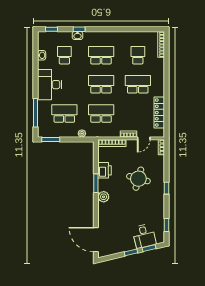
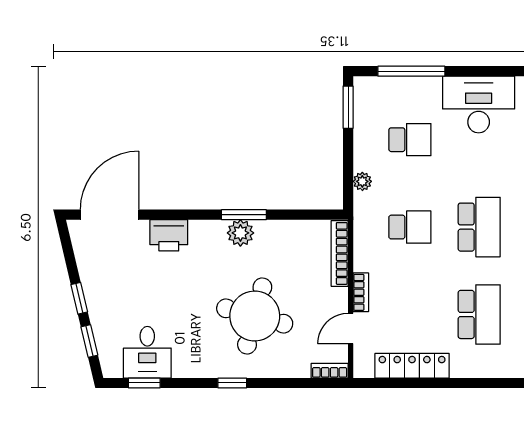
school desk: (64, 113) -> (410, 140), width x0.54
school desk: (101, 113) -> (410, 227), width x0.54
door: (144, 138) -> (351, 328), hinge flipped
printer: (104, 170) -> (169, 235), moved
round table: (138, 179) -> (255, 316), width x1.36, depth x1.36
plant: (104, 197) -> (240, 233), moved
desk: (144, 236) -> (147, 352), moved, turned -77

